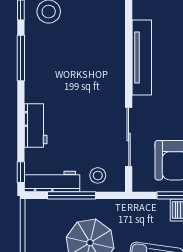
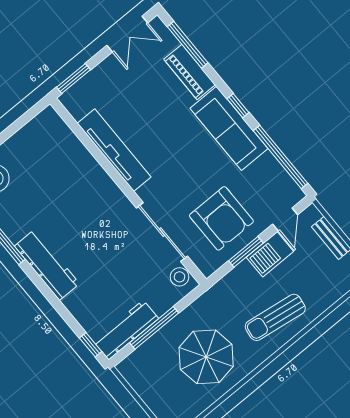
workbench: (36, 126) -> (47, 265), moved, width x1.38
stool: (98, 175) -> (179, 277), moved

